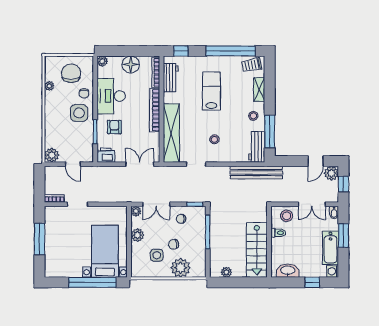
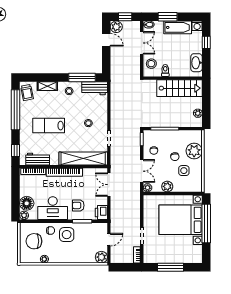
floor lamp: (131, 64) -> (27, 203), moved
bench: (256, 173) -> (116, 89), removed
bed with nightstands: (105, 251) -> (181, 220), width x1.36

